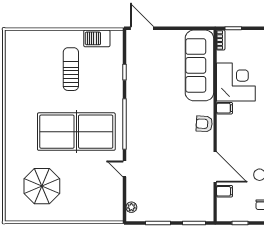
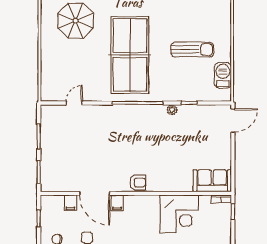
sofa: (199, 65) -> (212, 181), width x0.54, depth x0.79
filing cabinet: (225, 108) -> (117, 203), moved
armchair: (204, 124) -> (138, 182), turned 87
door: (215, 167) -> (95, 193), hinge flipped
door: (124, 169) -> (74, 103), moved
plant: (131, 207) -> (172, 110), moved

